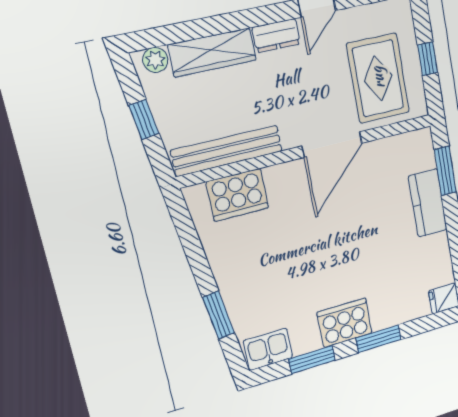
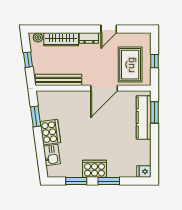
cooker: (237, 195) -> (50, 132), moved, turned -98
kitchen counter: (428, 203) -> (144, 118), width x1.50
window: (219, 315) -> (36, 116), moved
kitchen sink: (268, 349) -> (52, 155), moved, turned 82

